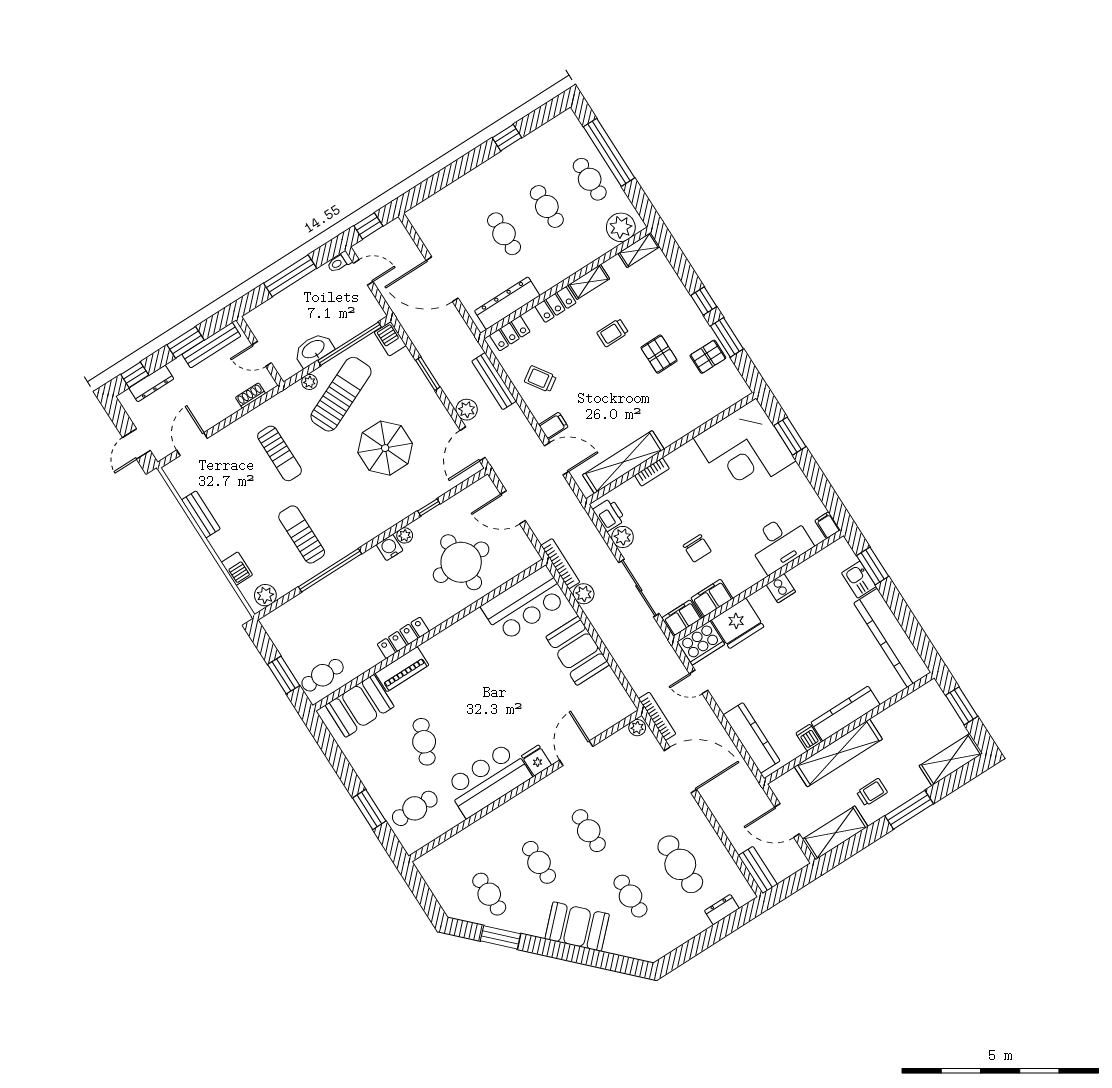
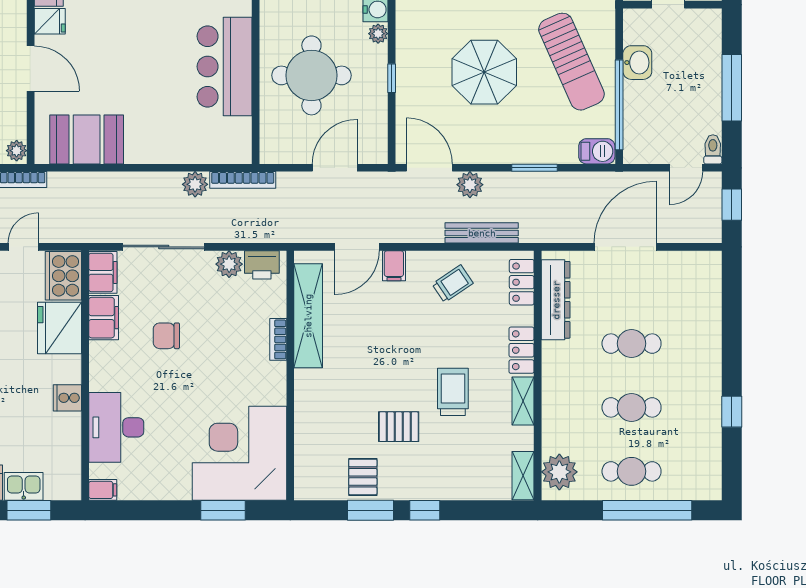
trolley: (613, 333) -> (453, 392), width x1.36, depth x1.39
washbasin: (314, 350) -> (637, 63), width x0.72
plant: (309, 382) -> (606, 36), removed
bar counter: (524, 604) -> (225, 67), moved
booth: (578, 651) -> (87, 139), moved

